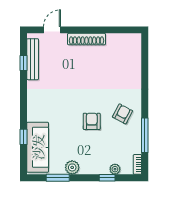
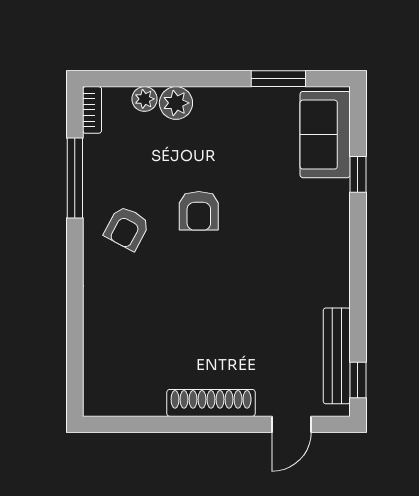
window: (24, 63) -> (358, 380), moved
sofa: (38, 147) -> (325, 135), width x0.73
plant: (72, 167) -> (176, 103), moved
window: (107, 178) -> (163, 79), removed

